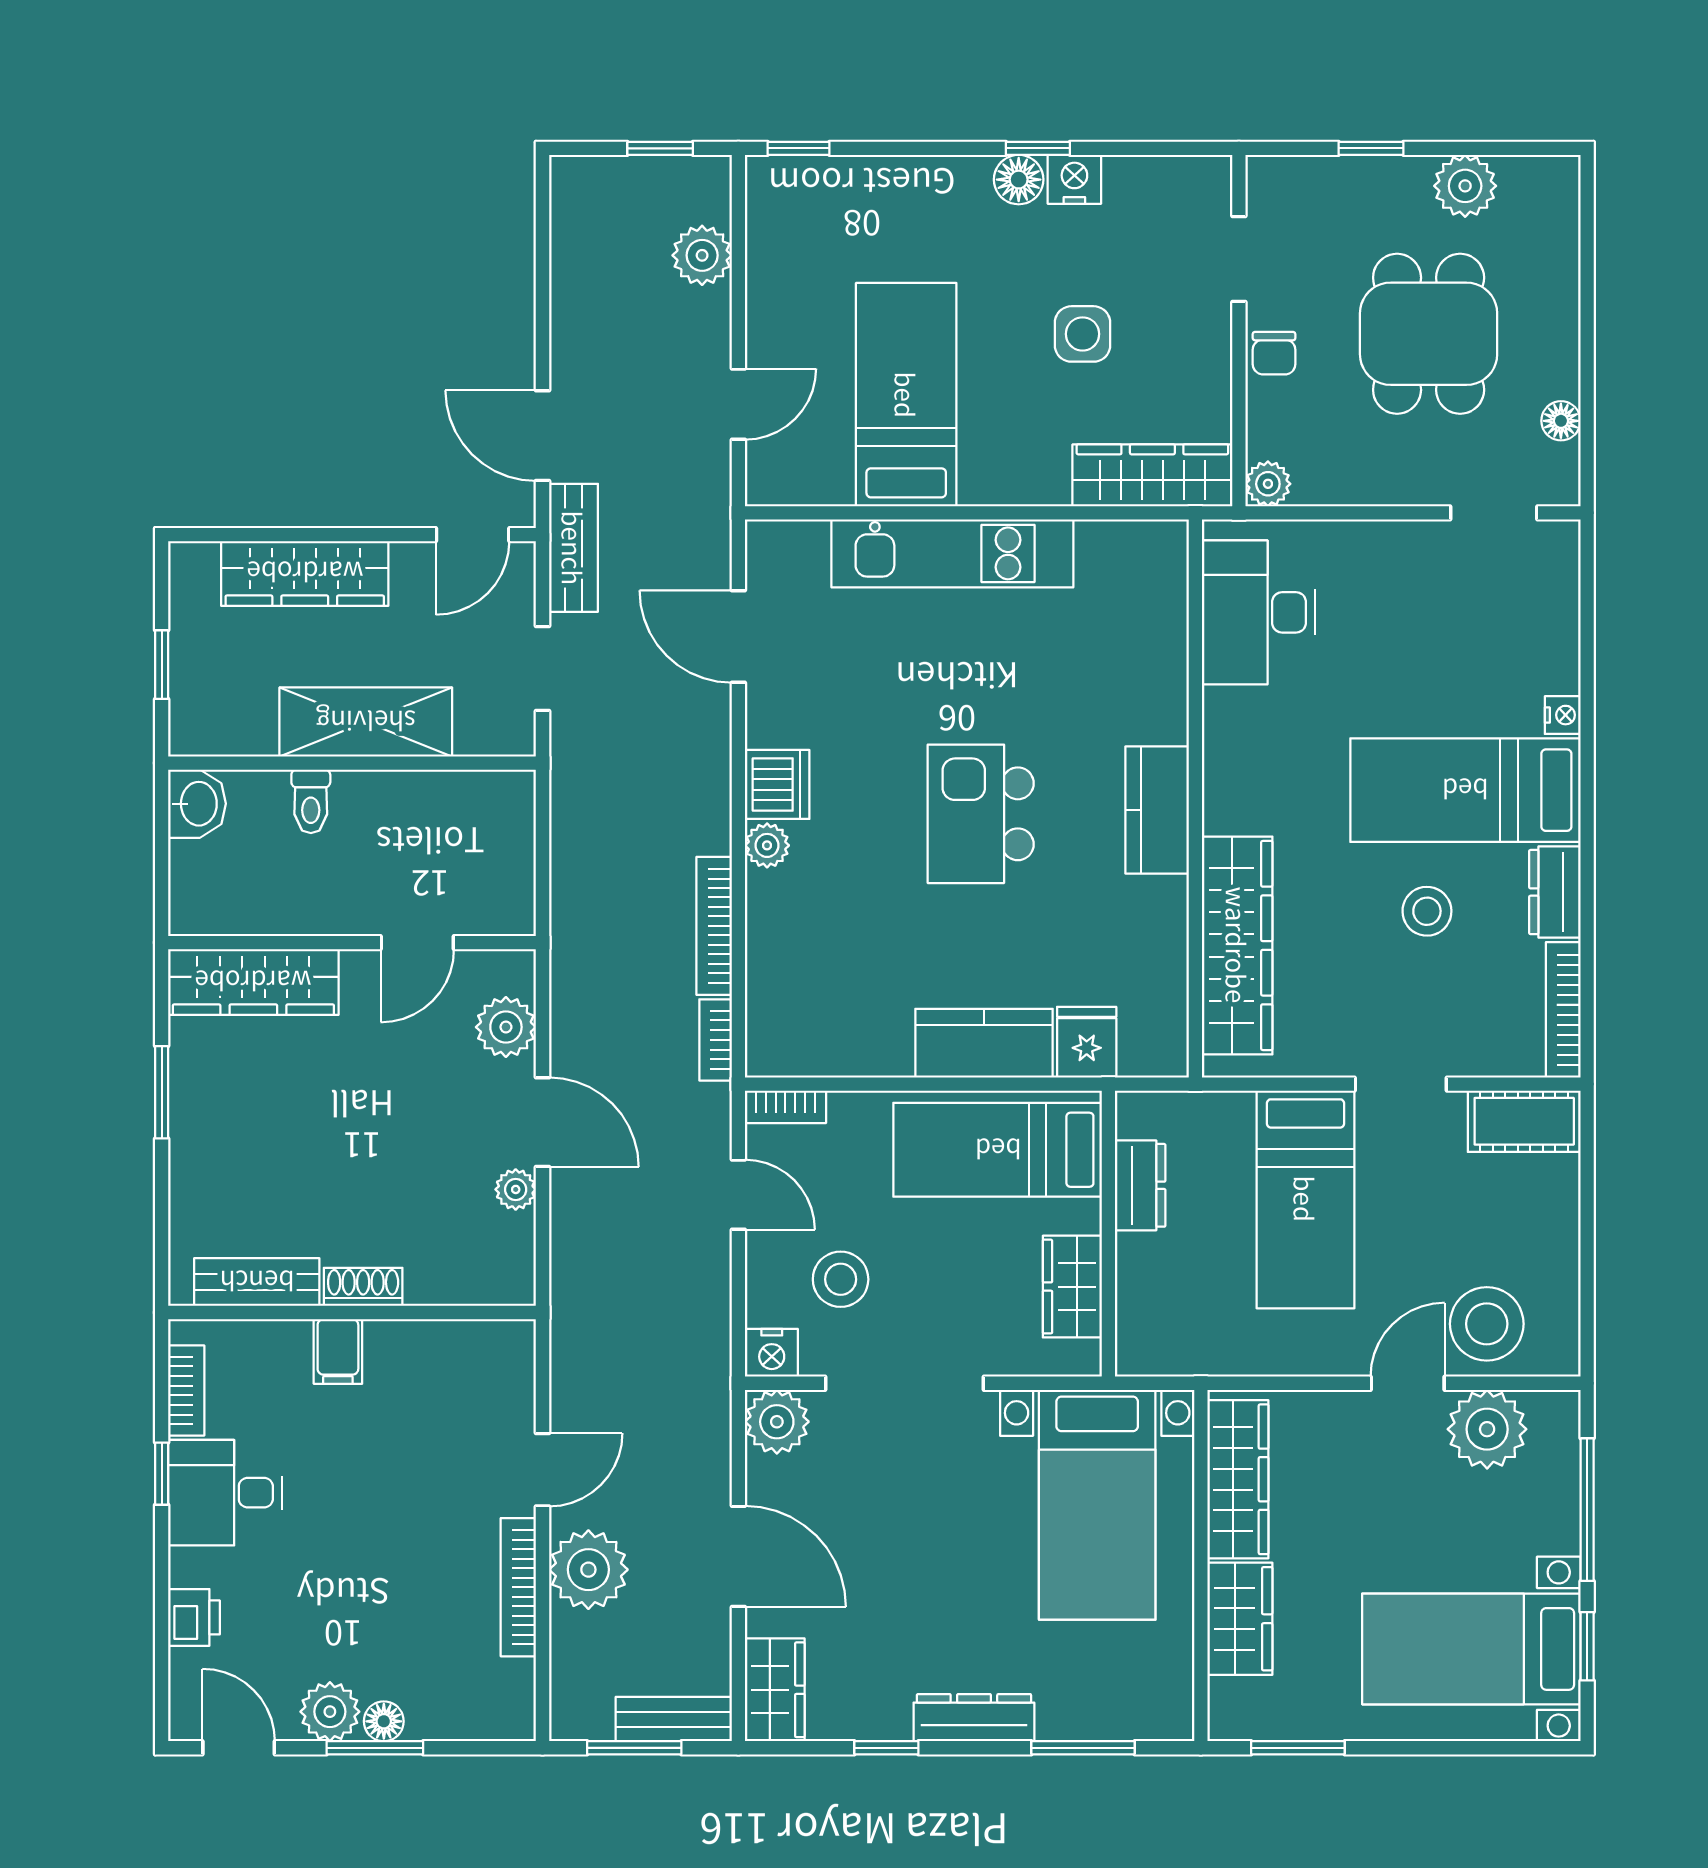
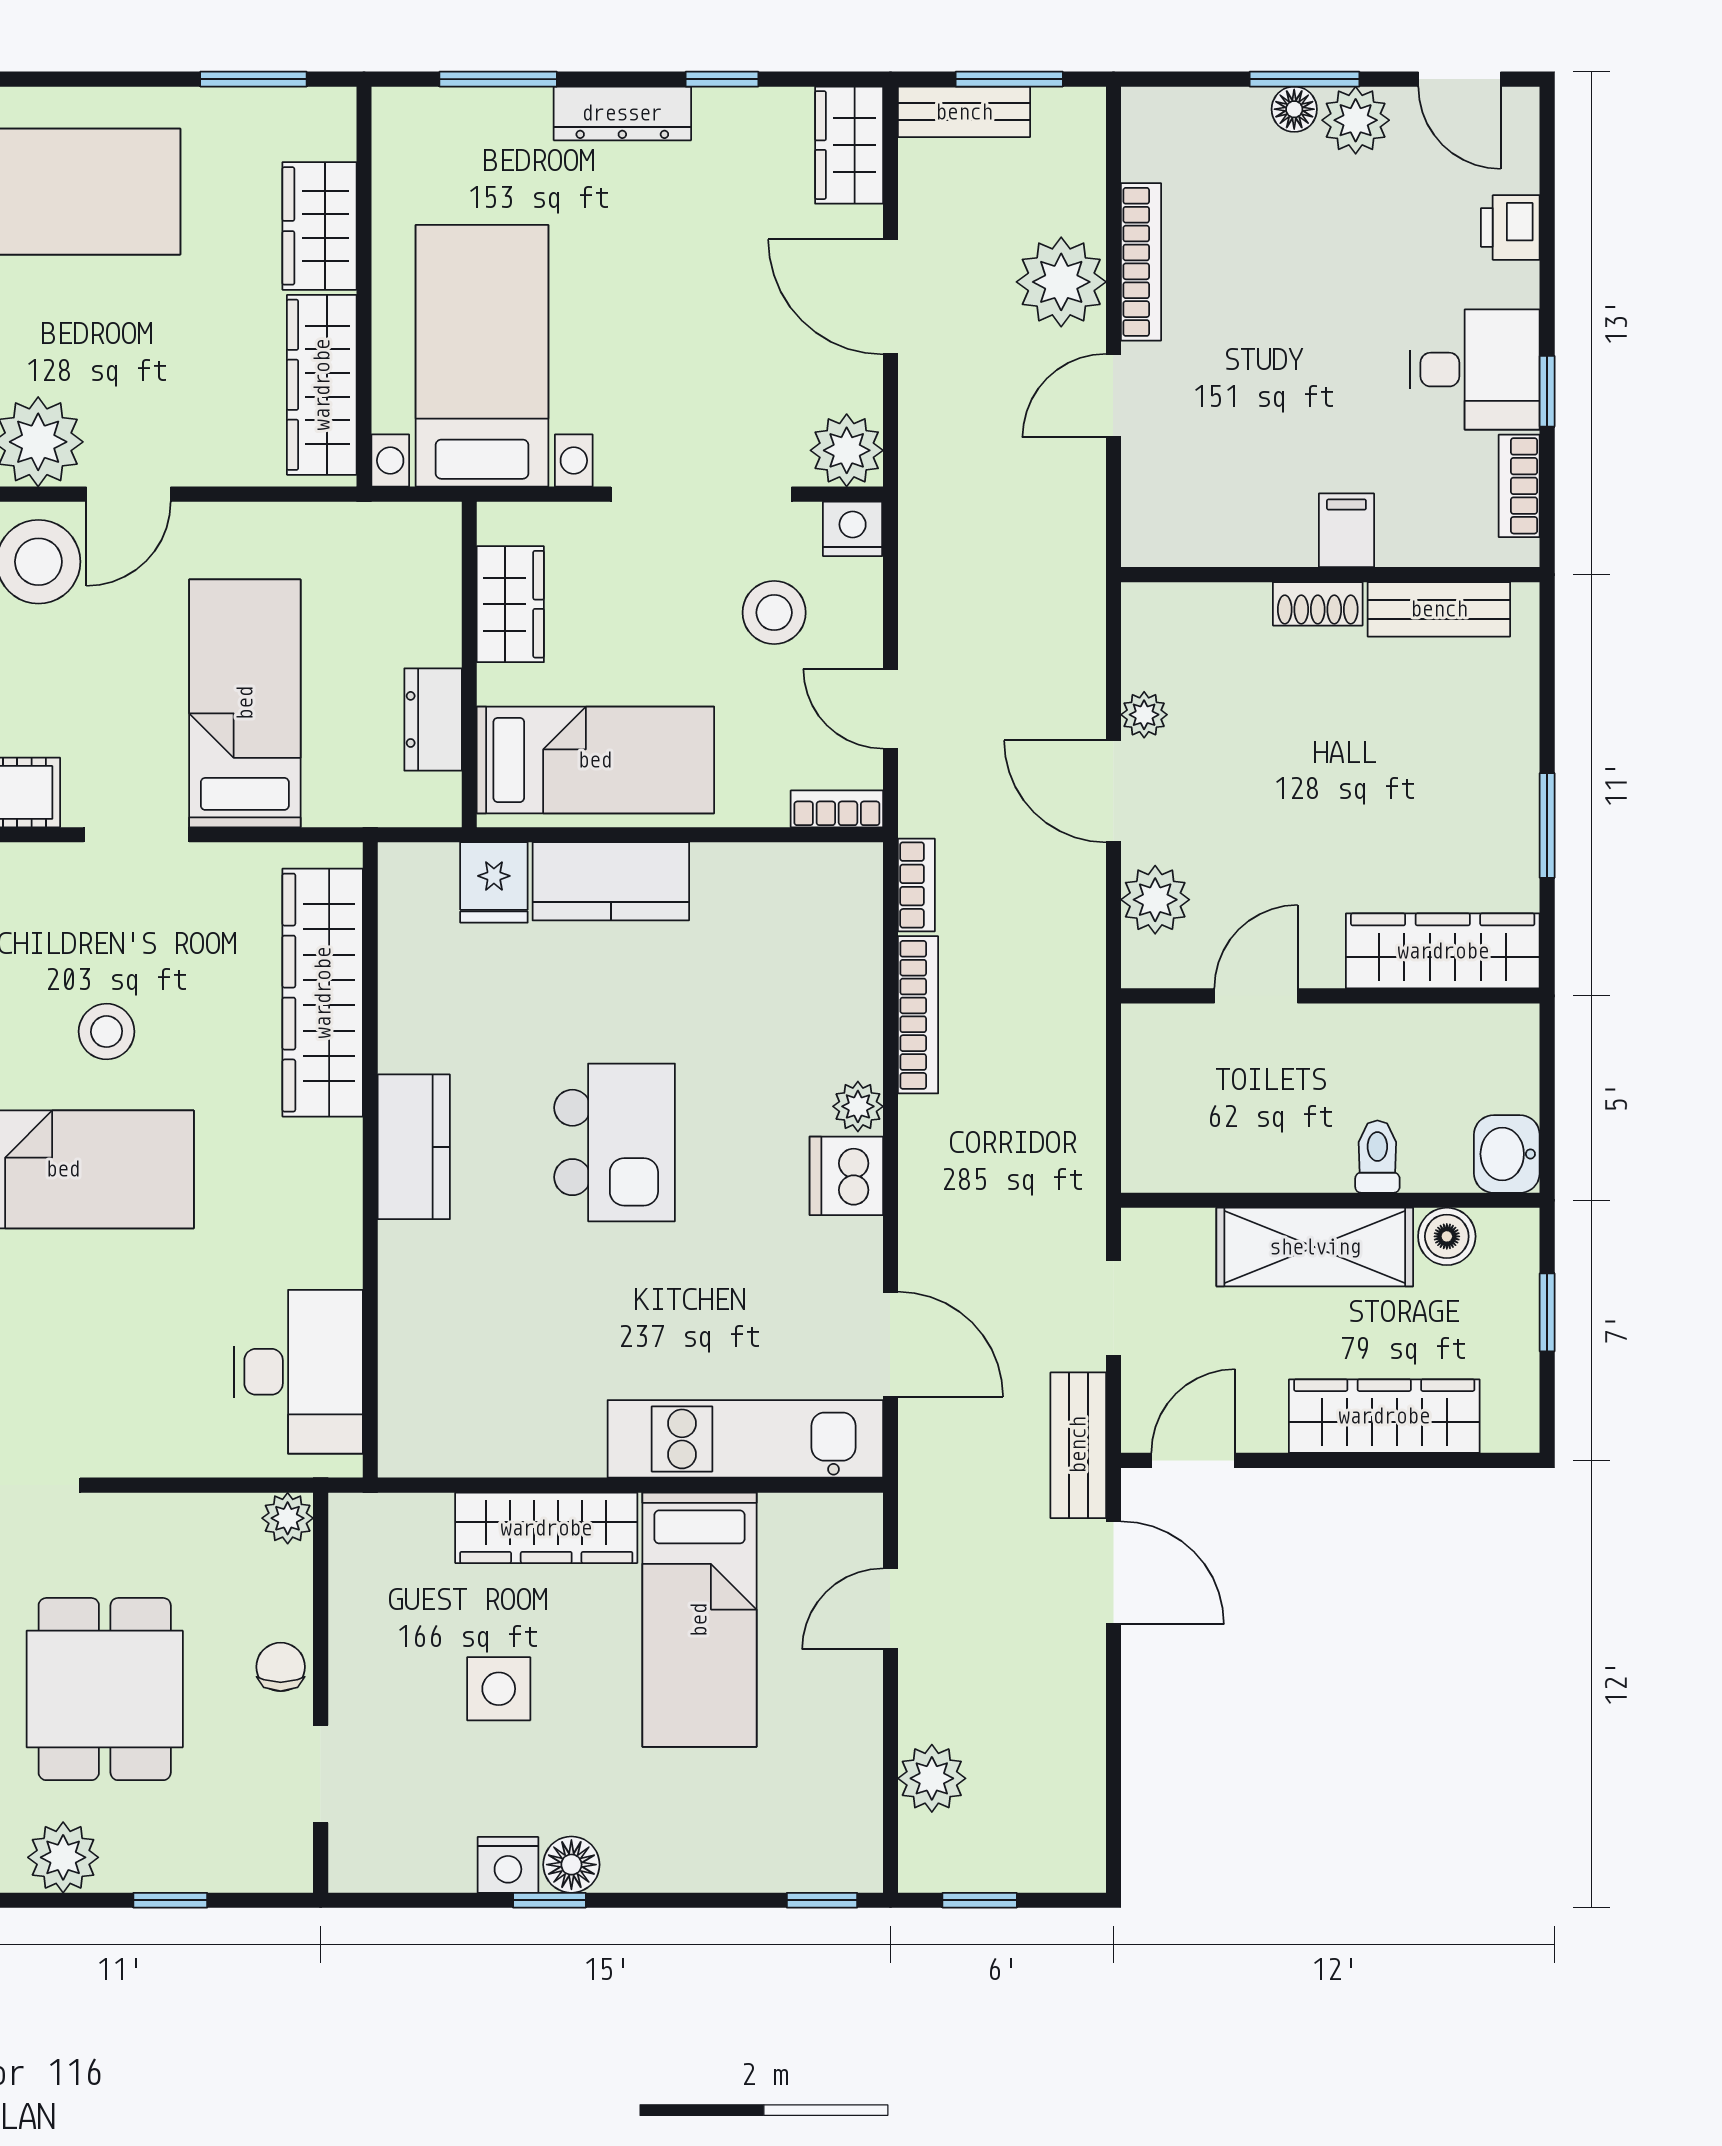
wardrobe: (1152, 475) -> (546, 1528), moved
kitchen unit: (952, 553) -> (745, 1439), moved
boiler: (250, 731) -> (1447, 1236), added

